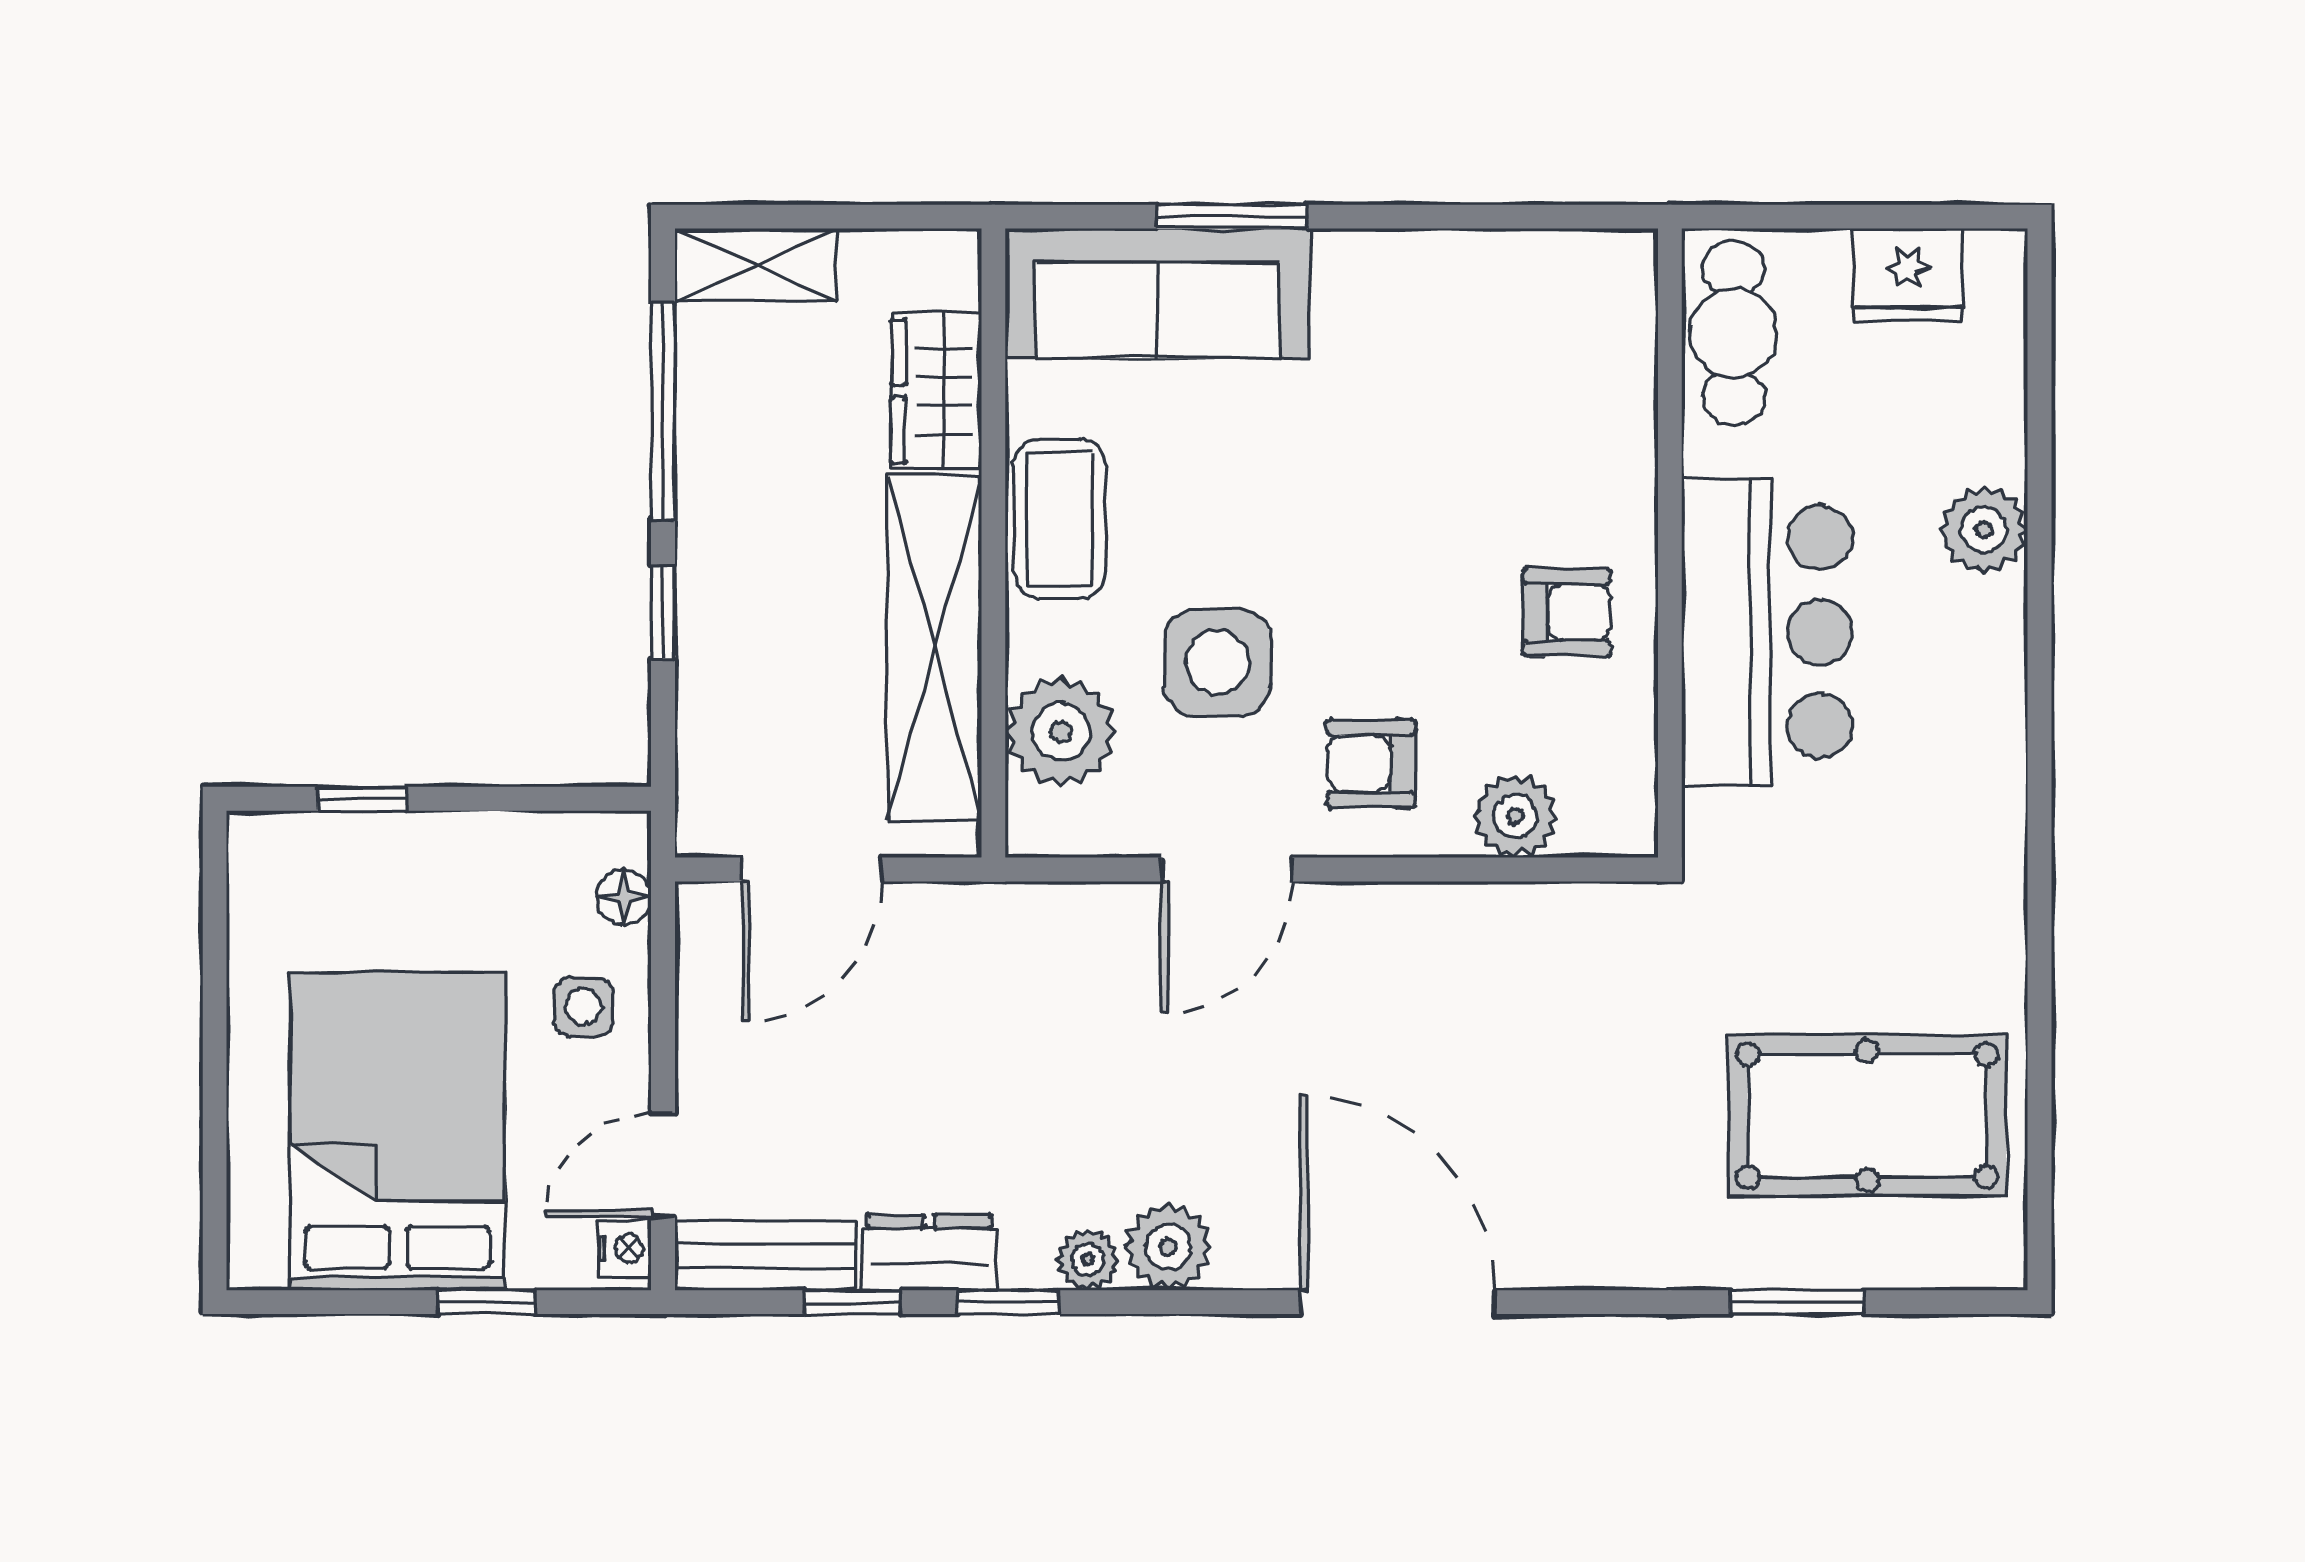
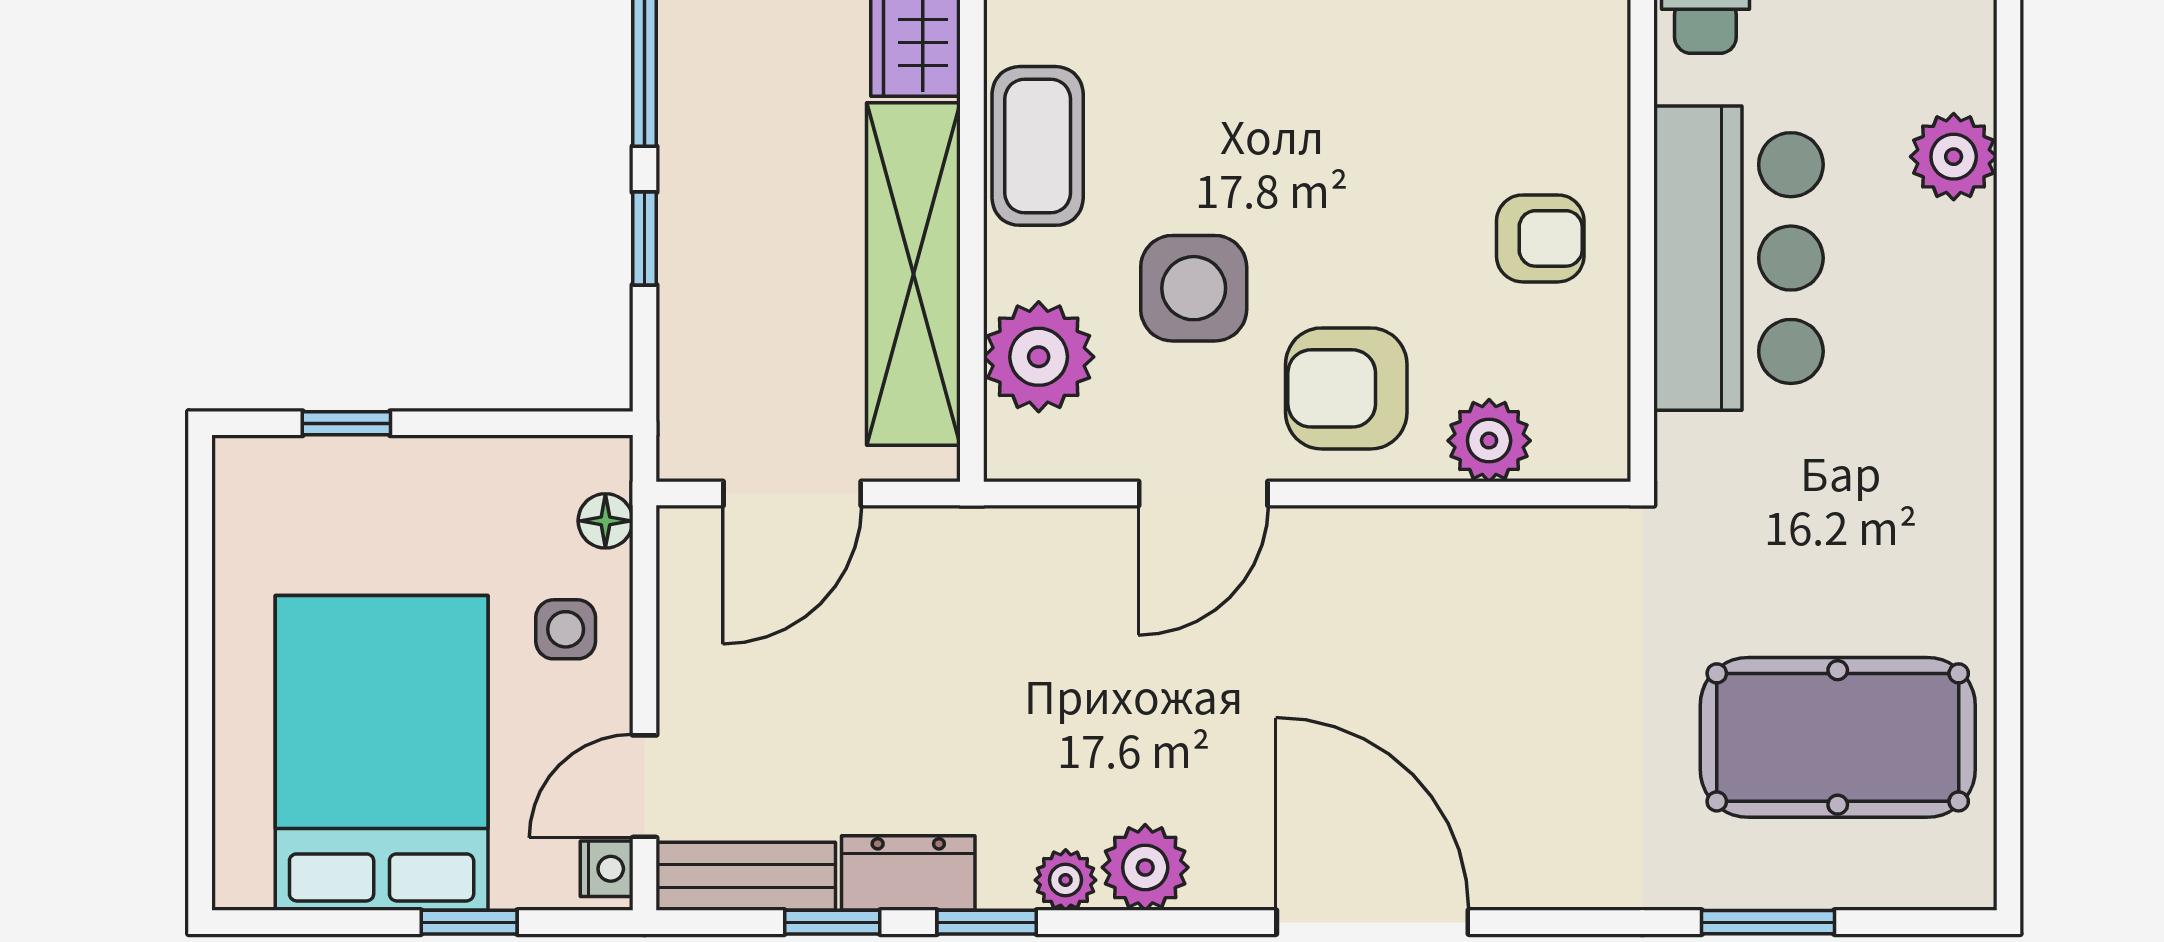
armchair: (1371, 764) -> (1346, 388), width x1.38, depth x1.38

